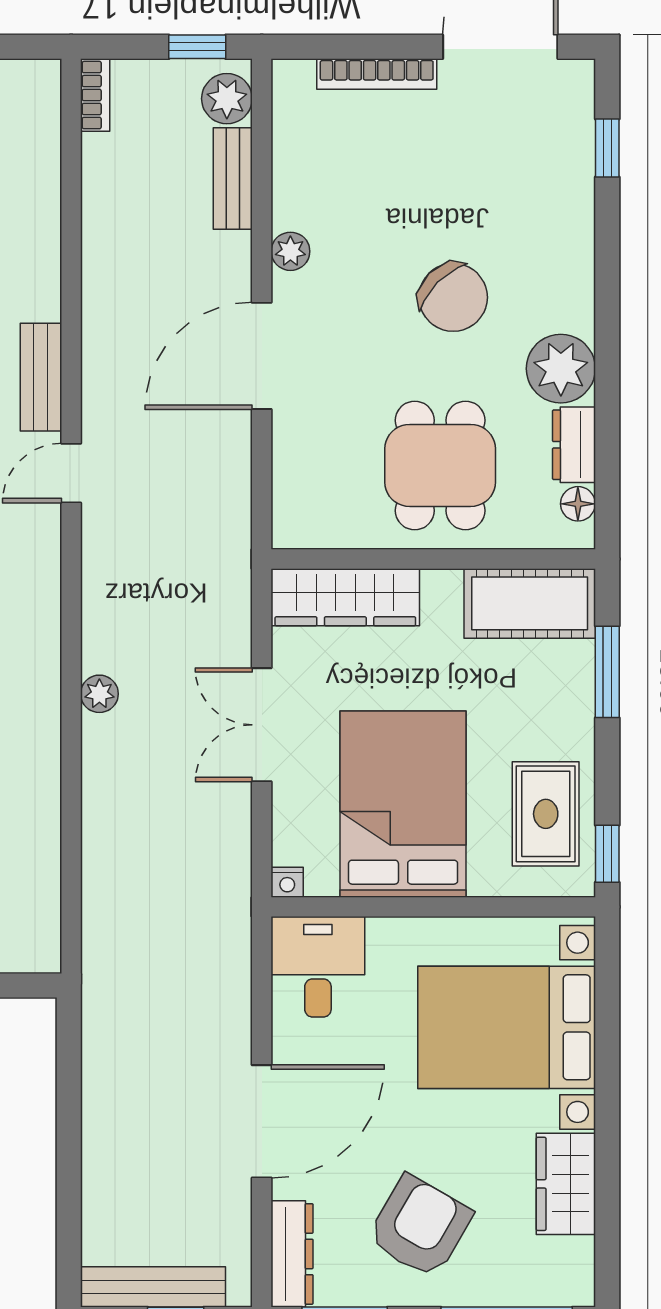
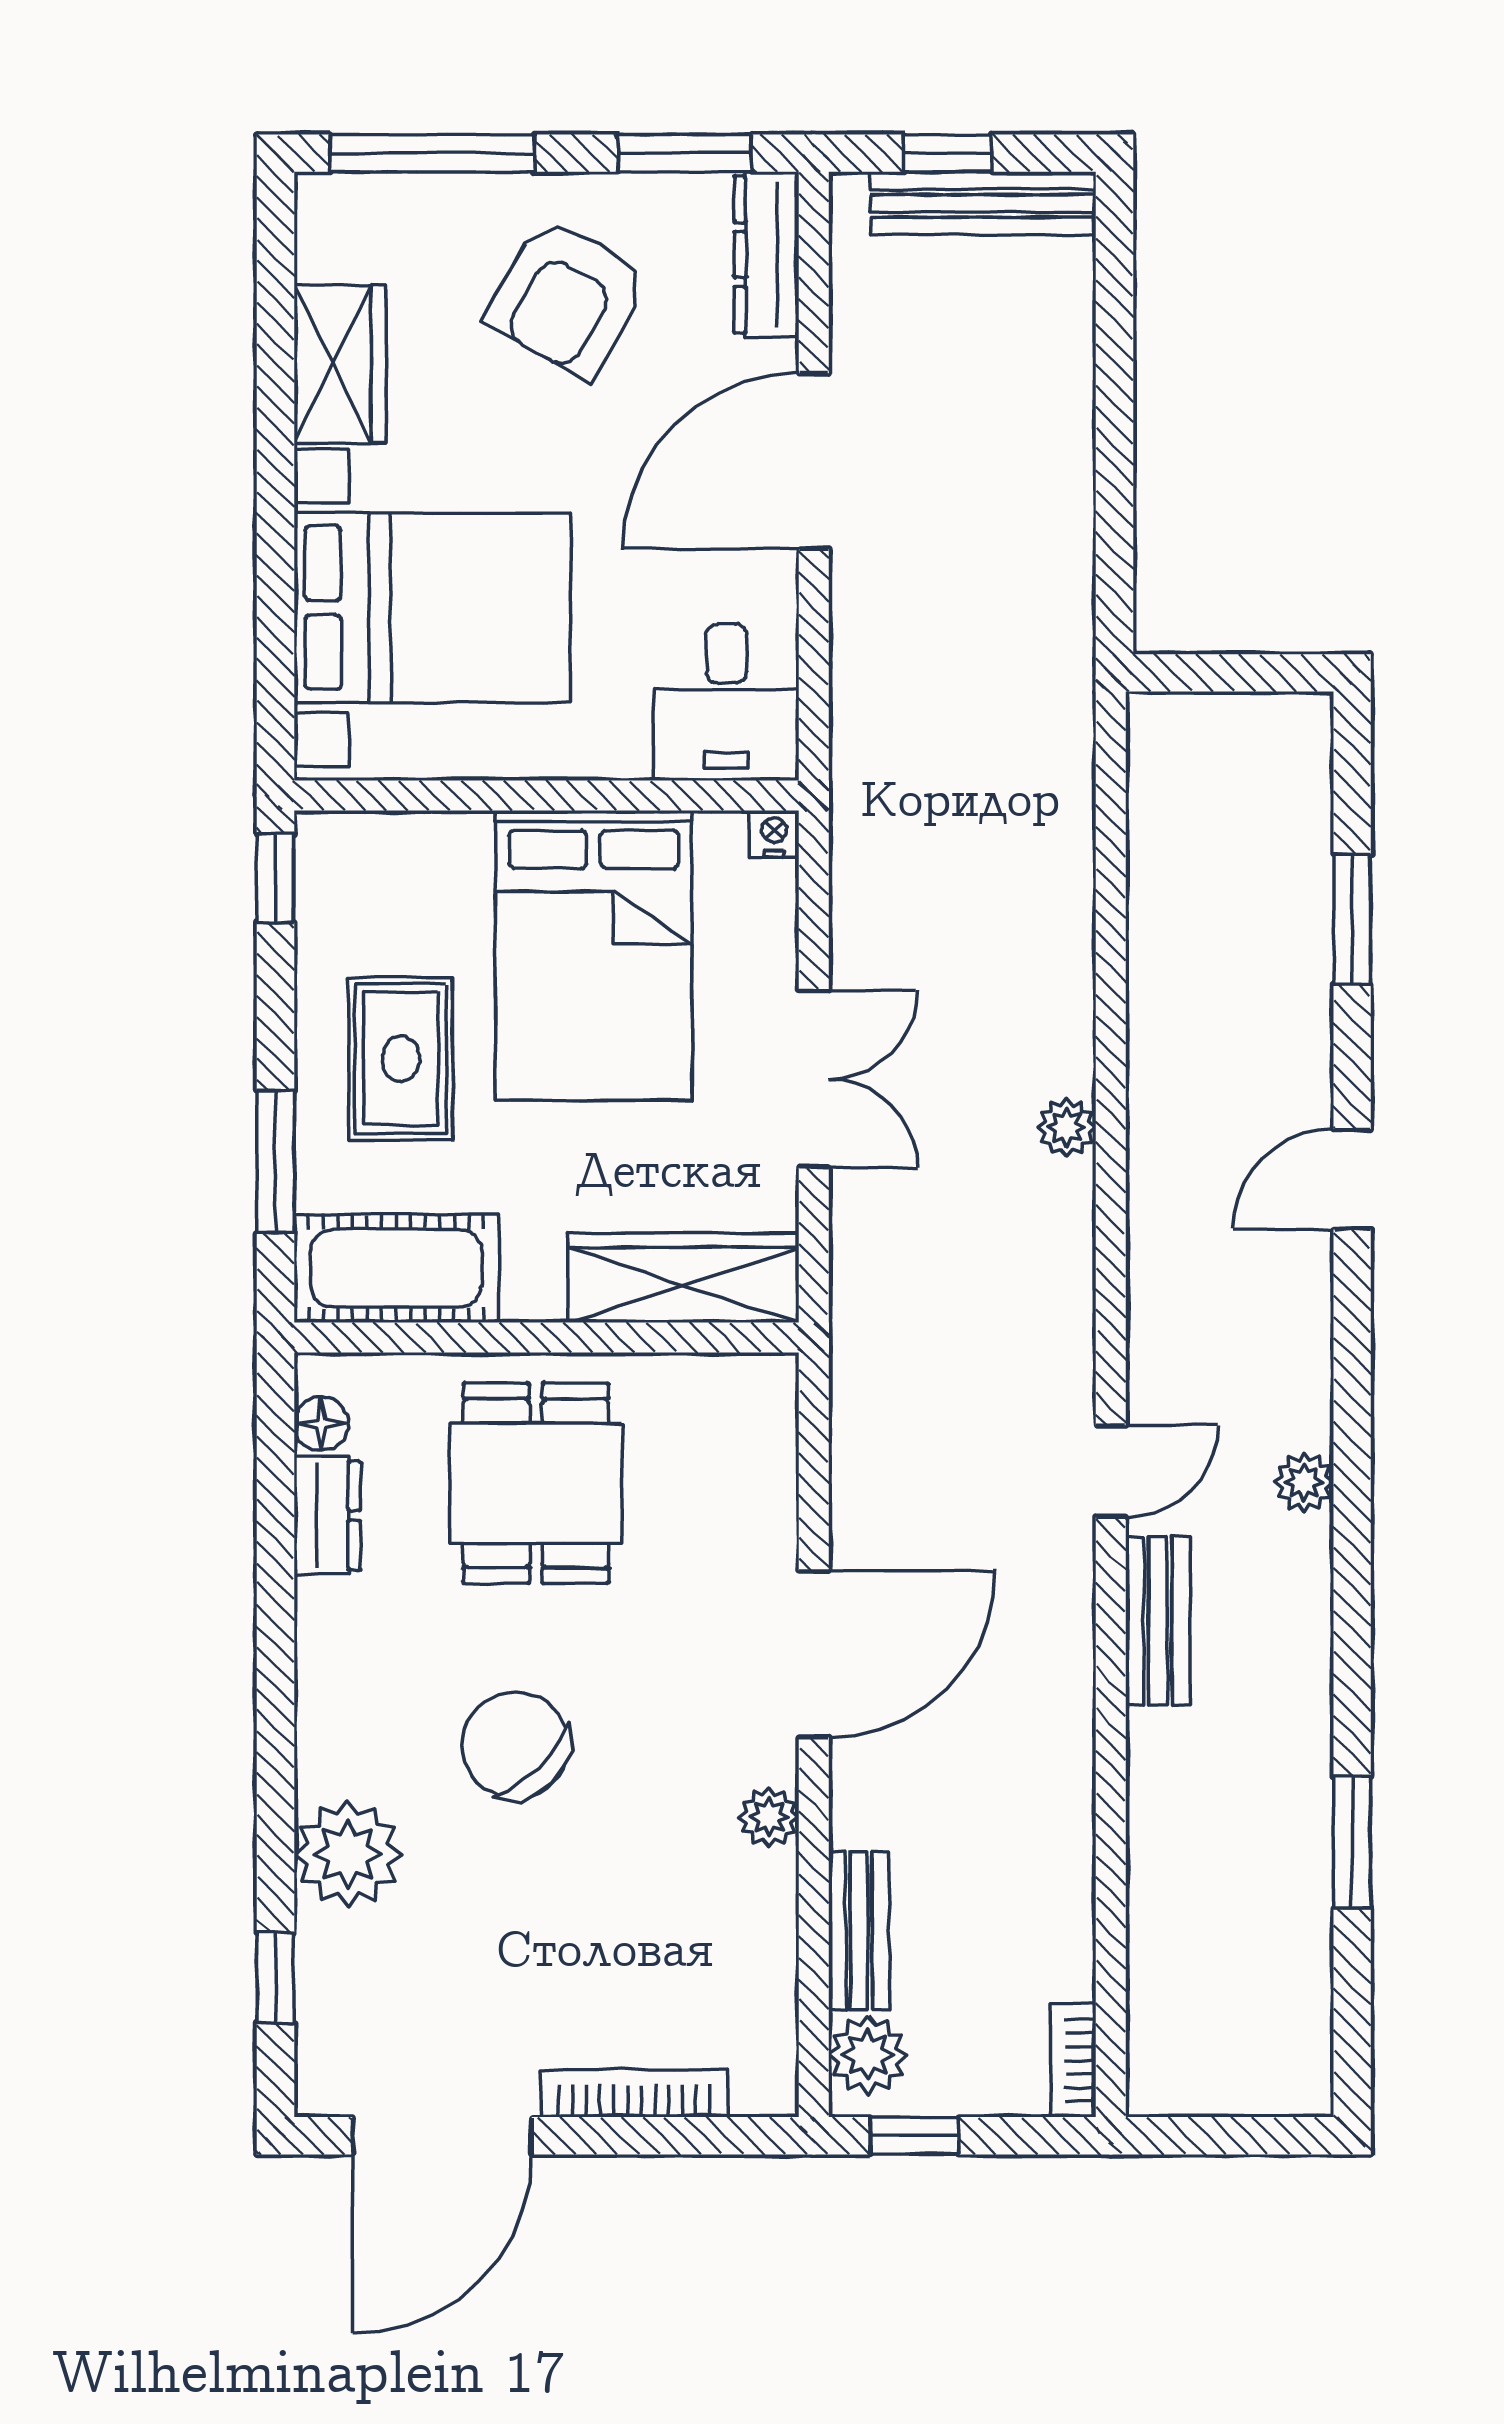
plant: (561, 369) -> (348, 1854), moved
rug: (546, 814) -> (401, 1059), moved

